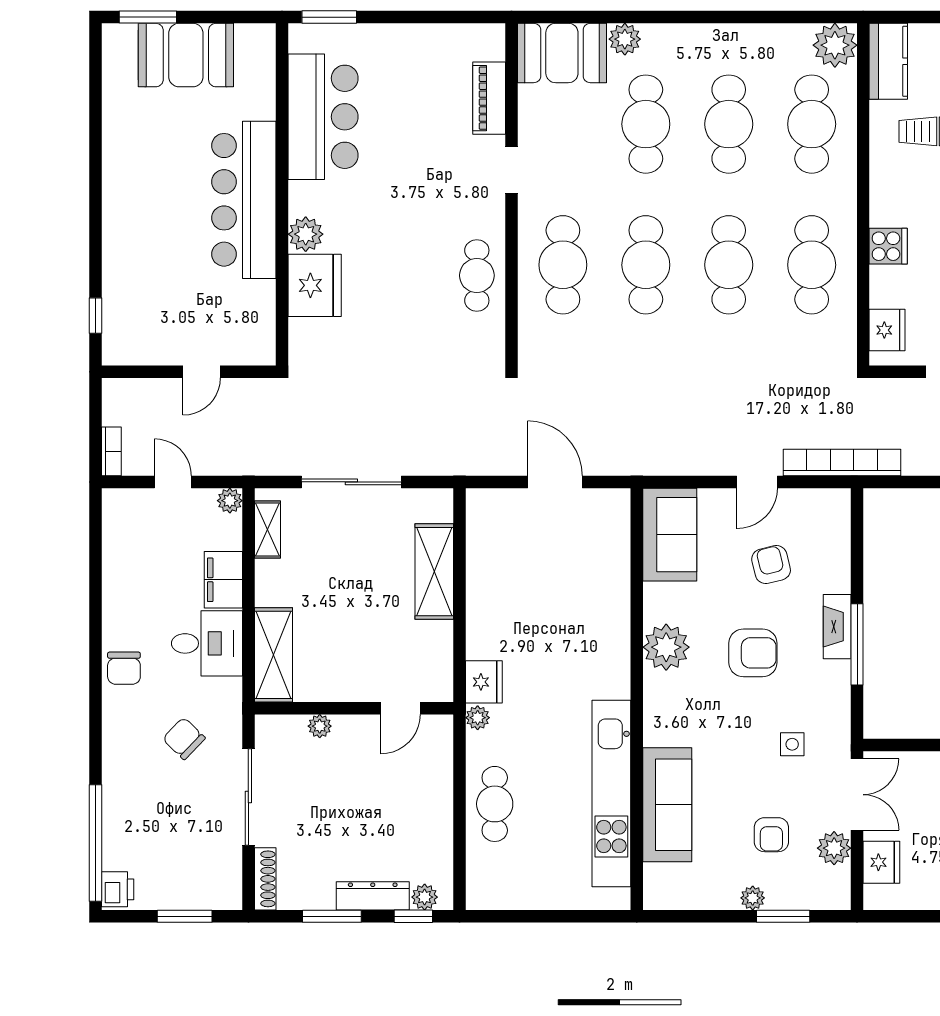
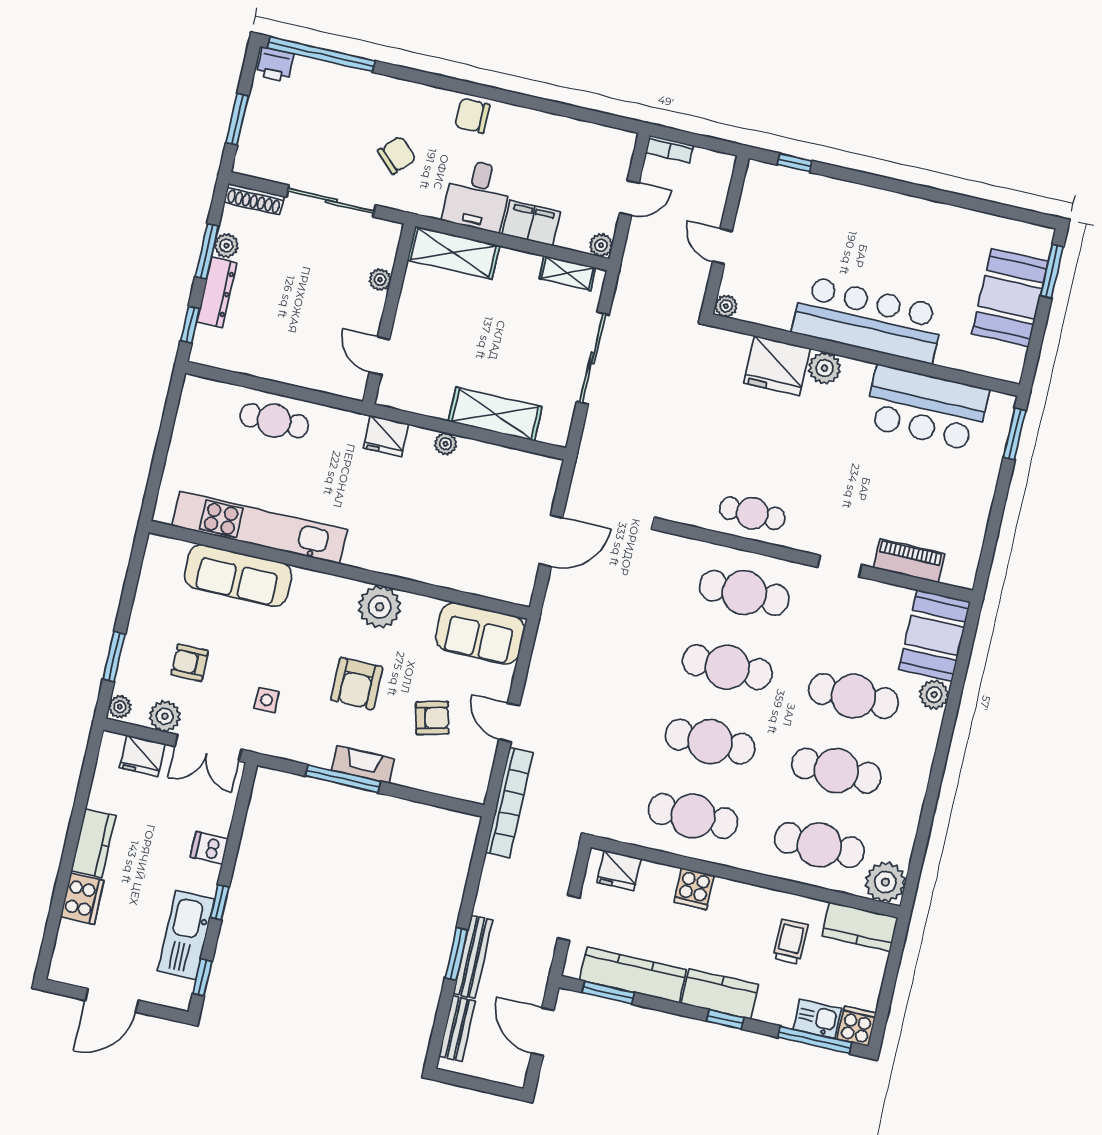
plant: (264, 354) -> (726, 306), added
plant: (478, 718) -> (445, 444), moved
plant: (425, 897) -> (226, 246), moved
plant: (753, 898) -> (120, 707), moved

